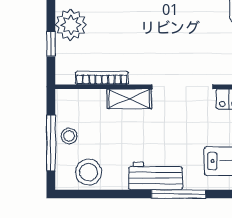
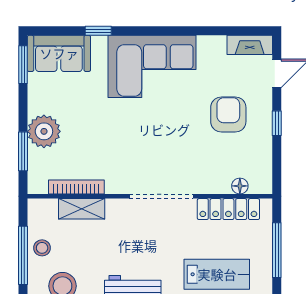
window: (51, 44) -> (23, 151), width x1.50
shelving: (129, 99) -> (82, 209), moved

